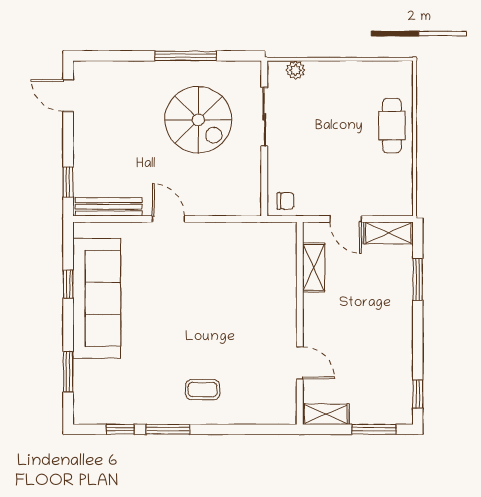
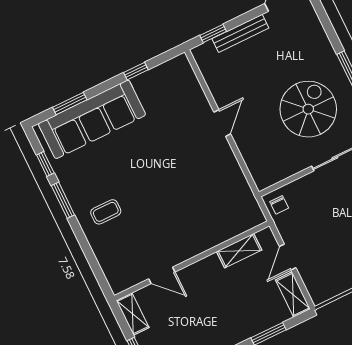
spiral stairs: (198, 120) -> (308, 109), turned 180
bench: (109, 207) -> (240, 33), moved, turned 90
sofa: (97, 298) -> (92, 119), moved
door: (300, 363) -> (162, 275), hinge flipped
coffee table: (203, 390) -> (106, 212), turned 90

